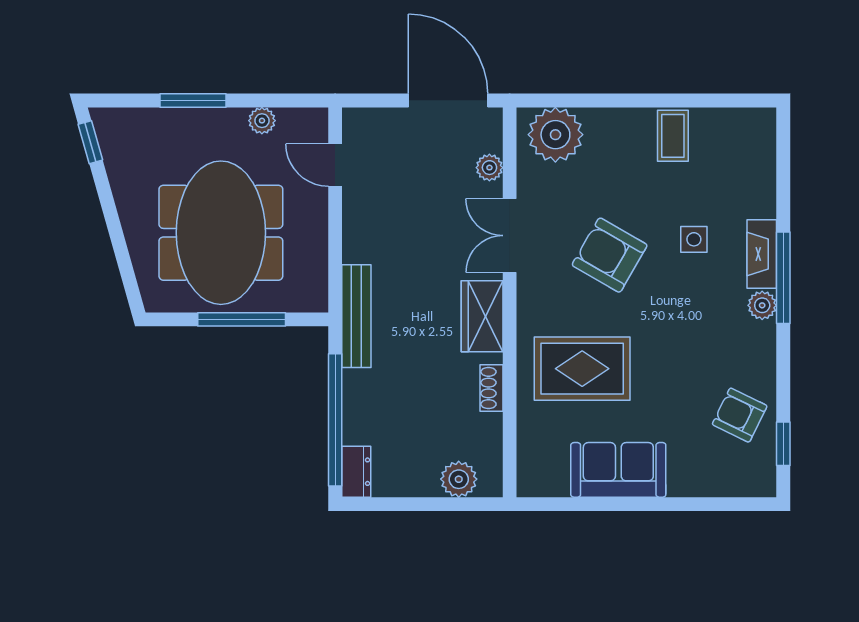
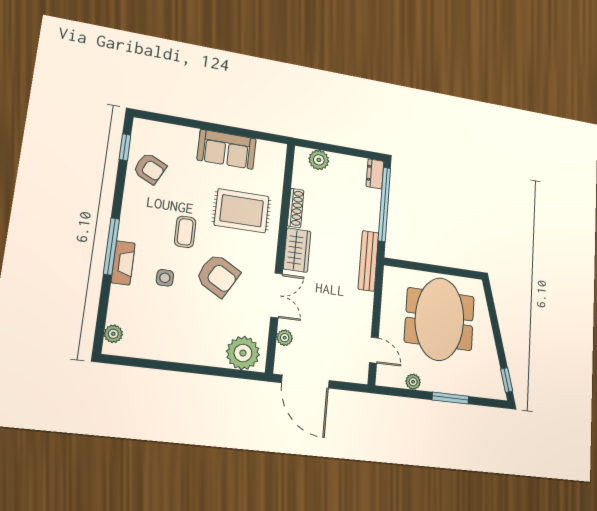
coffee table: (673, 136) -> (185, 232), moved
plant: (762, 305) -> (113, 334), moved
window: (242, 319) -> (431, 268), removed
shoe rack: (491, 388) -> (296, 208), width x1.43

